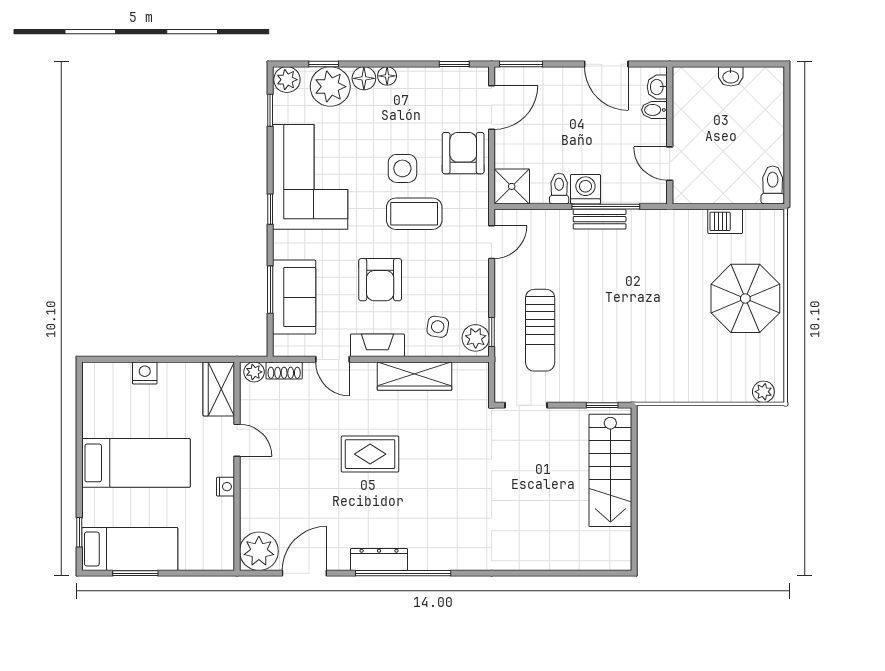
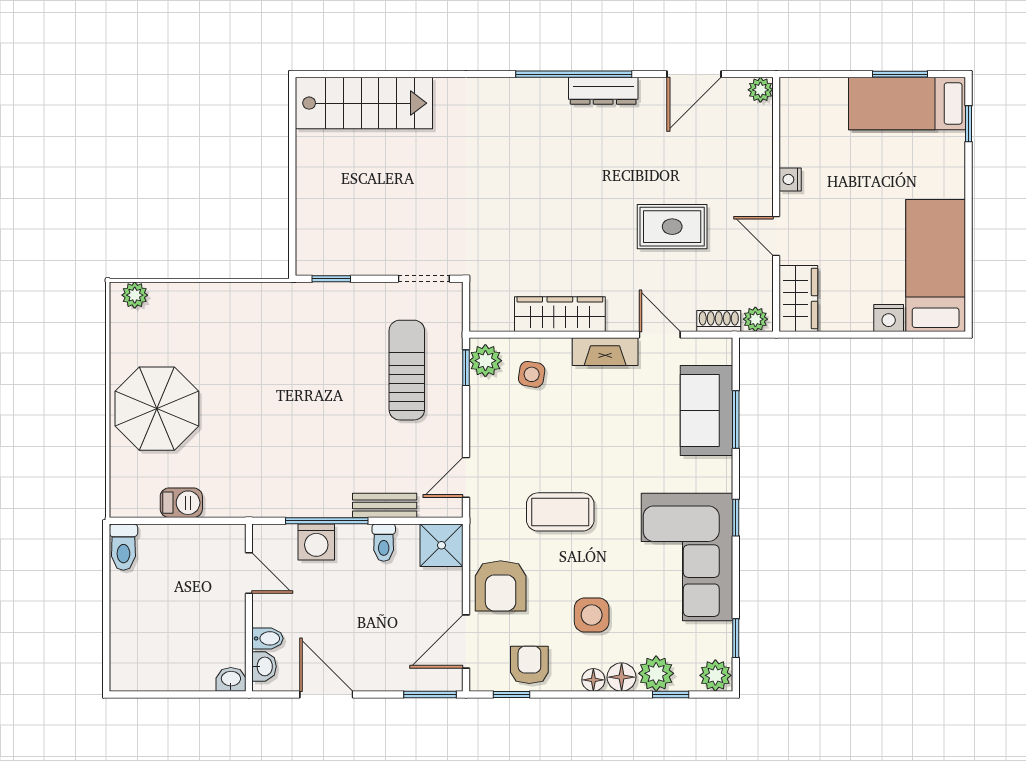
washbasin: (731, 76) -> (231, 679), moved
plant: (330, 87) -> (656, 673), width x0.73, depth x0.73
side table: (402, 168) -> (592, 615), moved
washing machine: (585, 189) -> (316, 542), moved
bench: (600, 219) -> (385, 505), moved
armchair: (380, 280) -> (529, 665), moved, width x0.72, depth x0.72
rug: (370, 454) -> (672, 227), moved
bed: (136, 463) -> (936, 265), moved, turned 90
stairs: (610, 470) -> (364, 103), moved, turned 90
plant: (259, 551) -> (760, 90), width x0.53, depth x0.53

